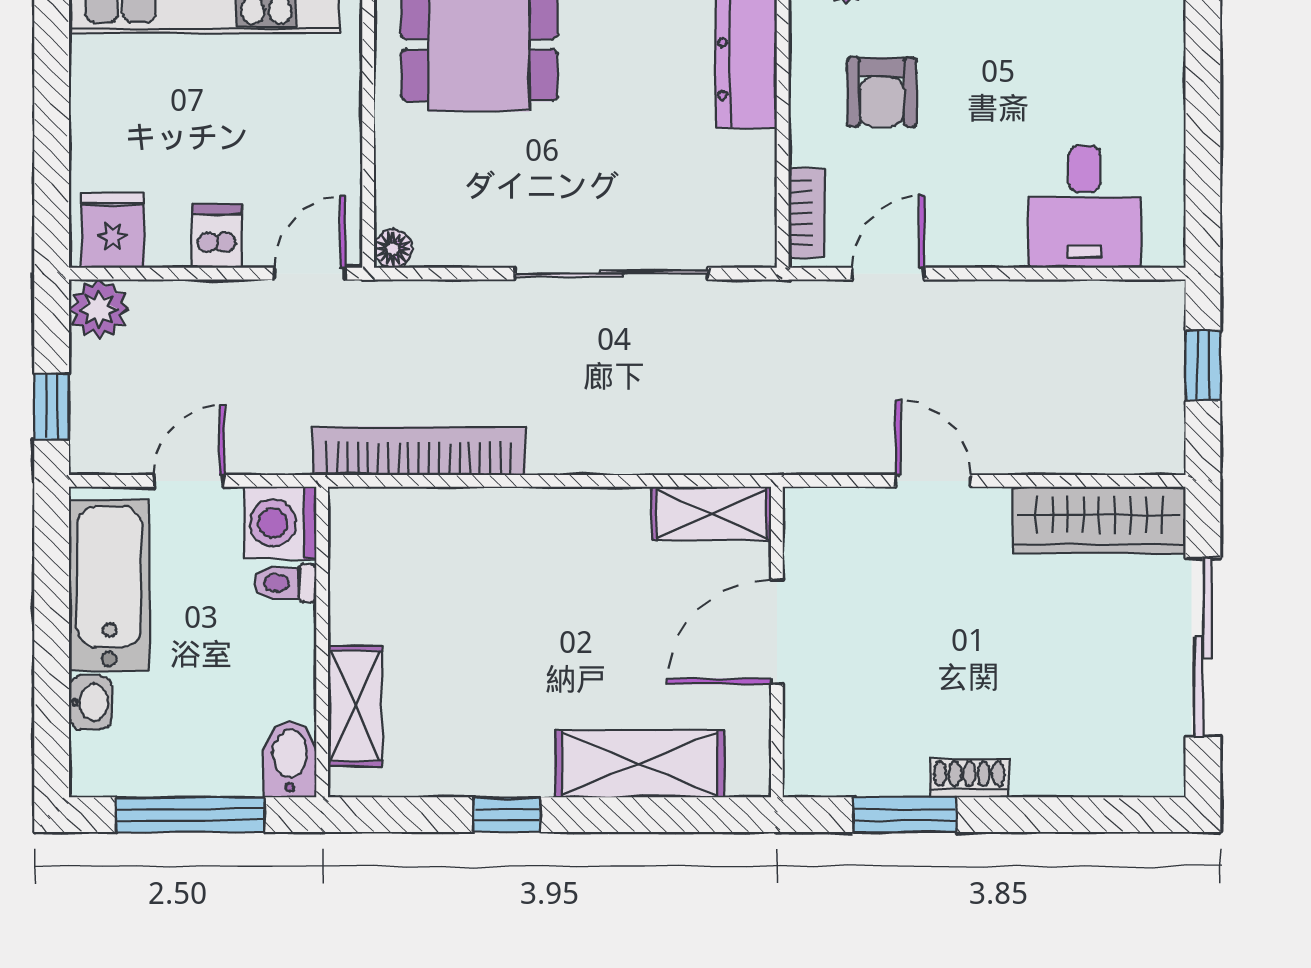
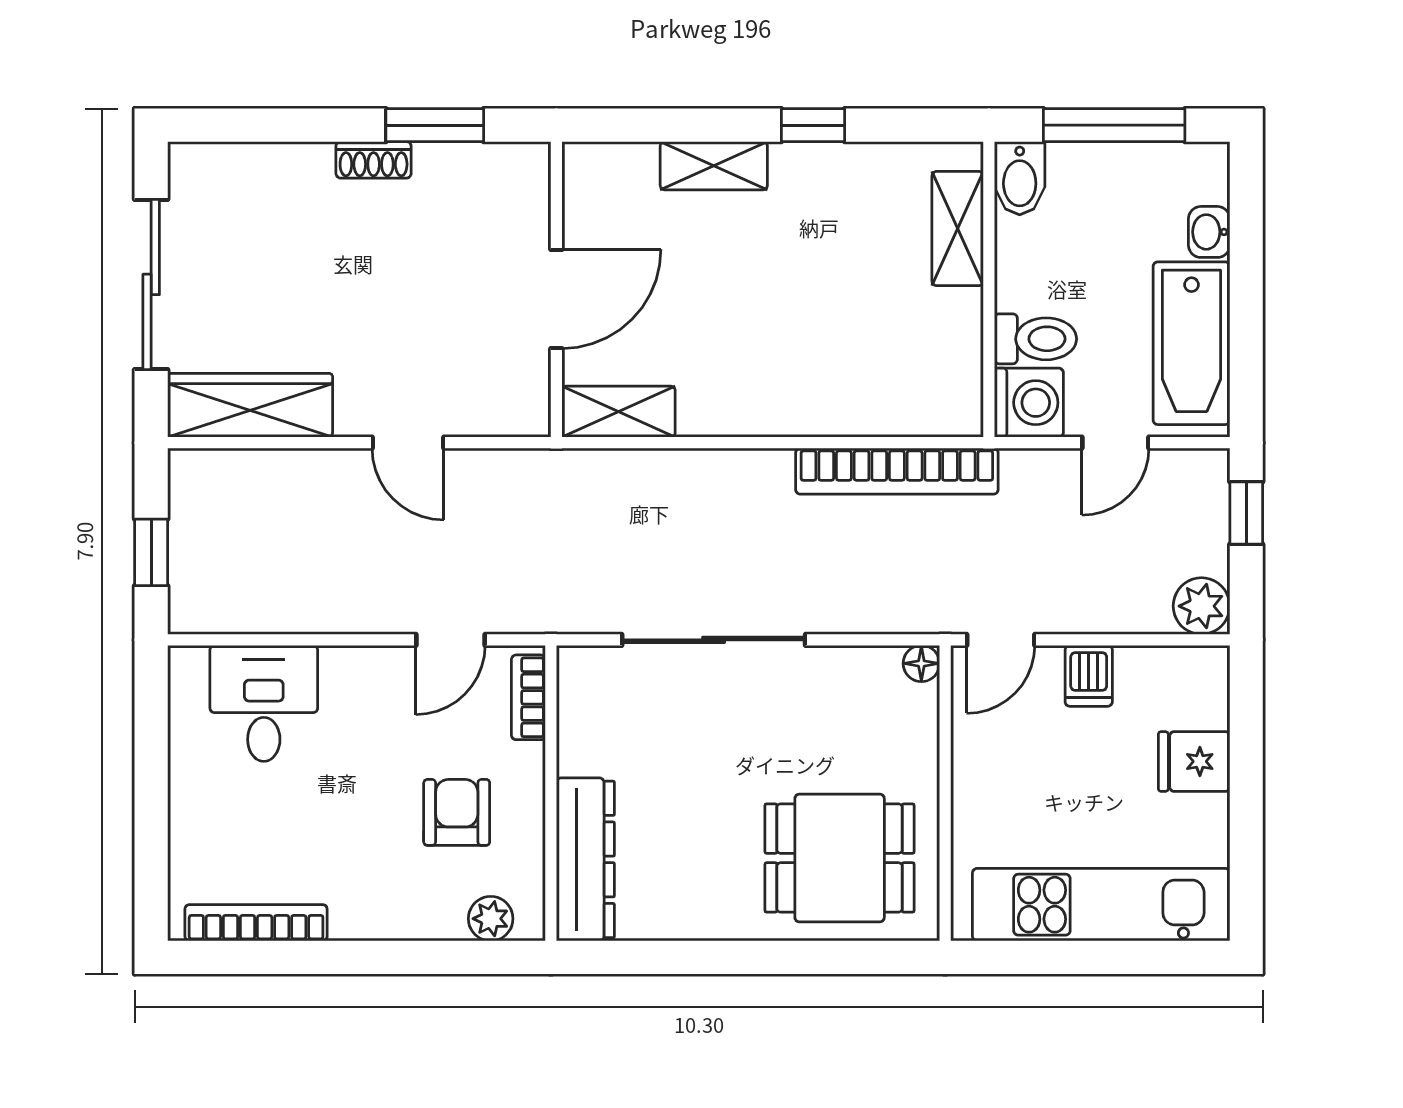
fridge: (113, 230) -> (1194, 761), moved, turned 90
toilet: (285, 583) -> (1035, 339), width x1.37, depth x1.39
shelving: (640, 764) -> (714, 166), width x0.67, depth x0.75

